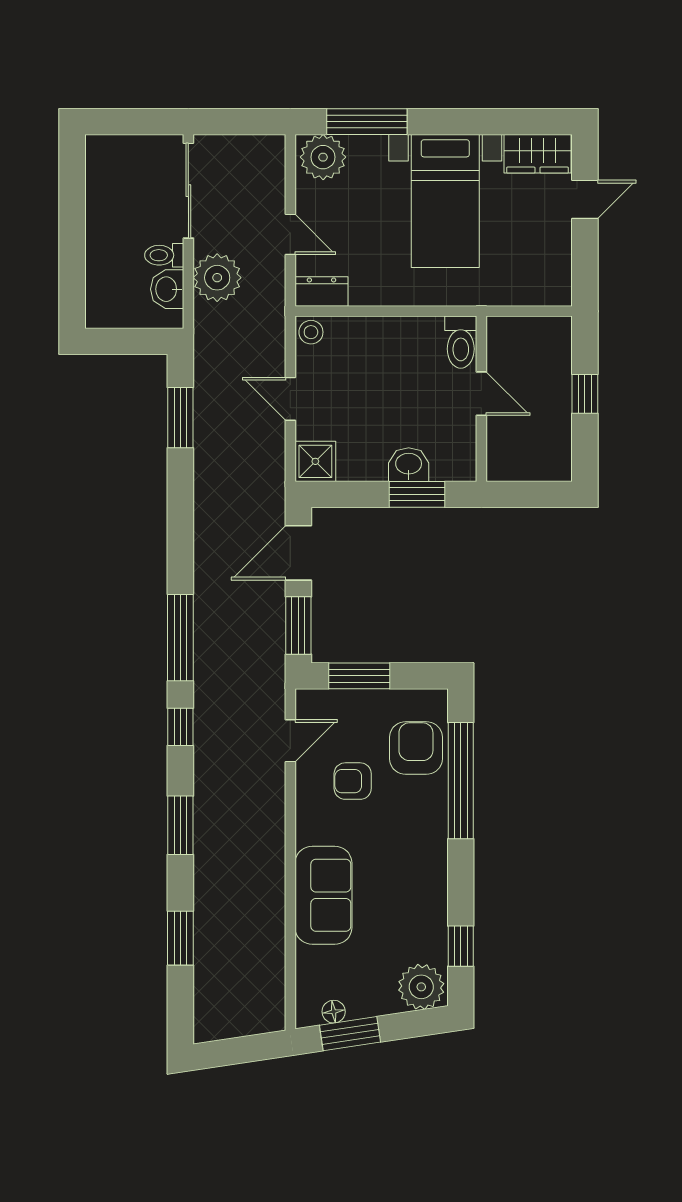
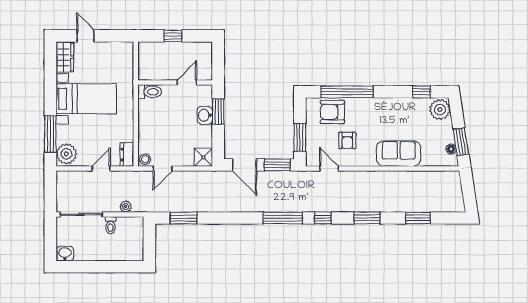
plant: (217, 278) -> (126, 206), width x0.53, depth x0.53
washbasin: (167, 289) -> (65, 254), moved, turned 180
door: (481, 394) -> (187, 82), moved
door: (290, 399) -> (163, 169), moved

